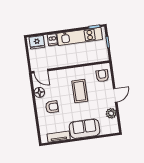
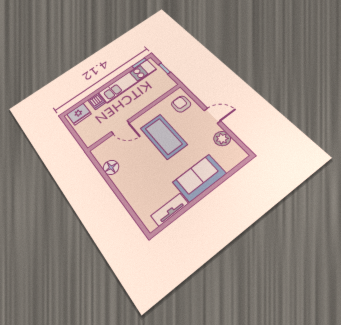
door: (41, 71) -> (120, 127), moved
coffee table: (80, 91) -> (164, 136), width x1.36, depth x1.32
door: (115, 95) -> (212, 116), hinge flipped
armchair: (52, 107) -> (138, 176), removed

